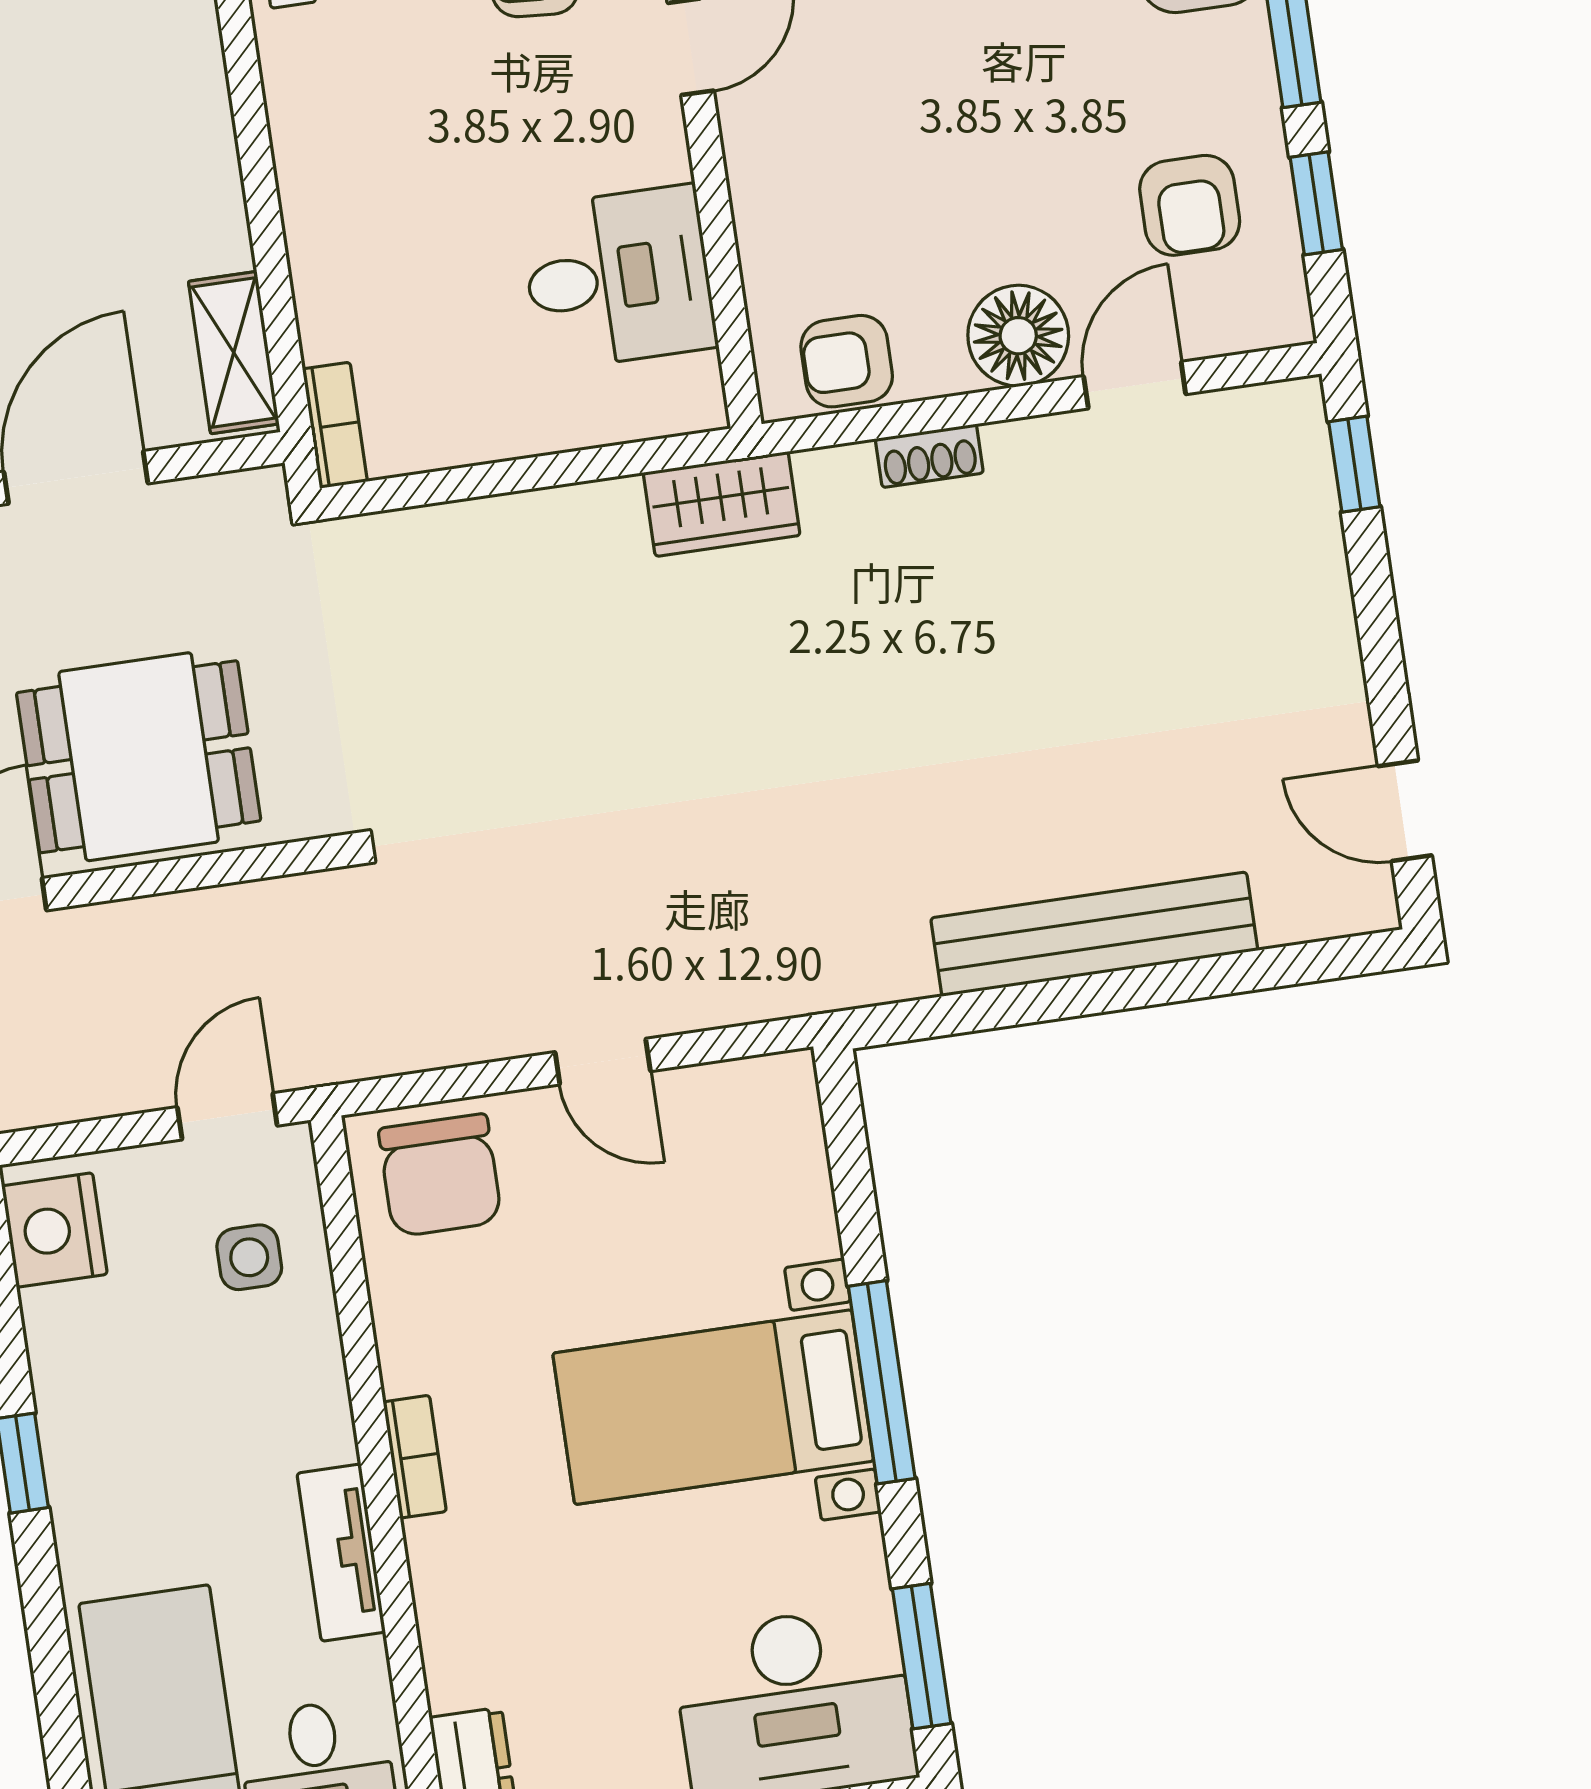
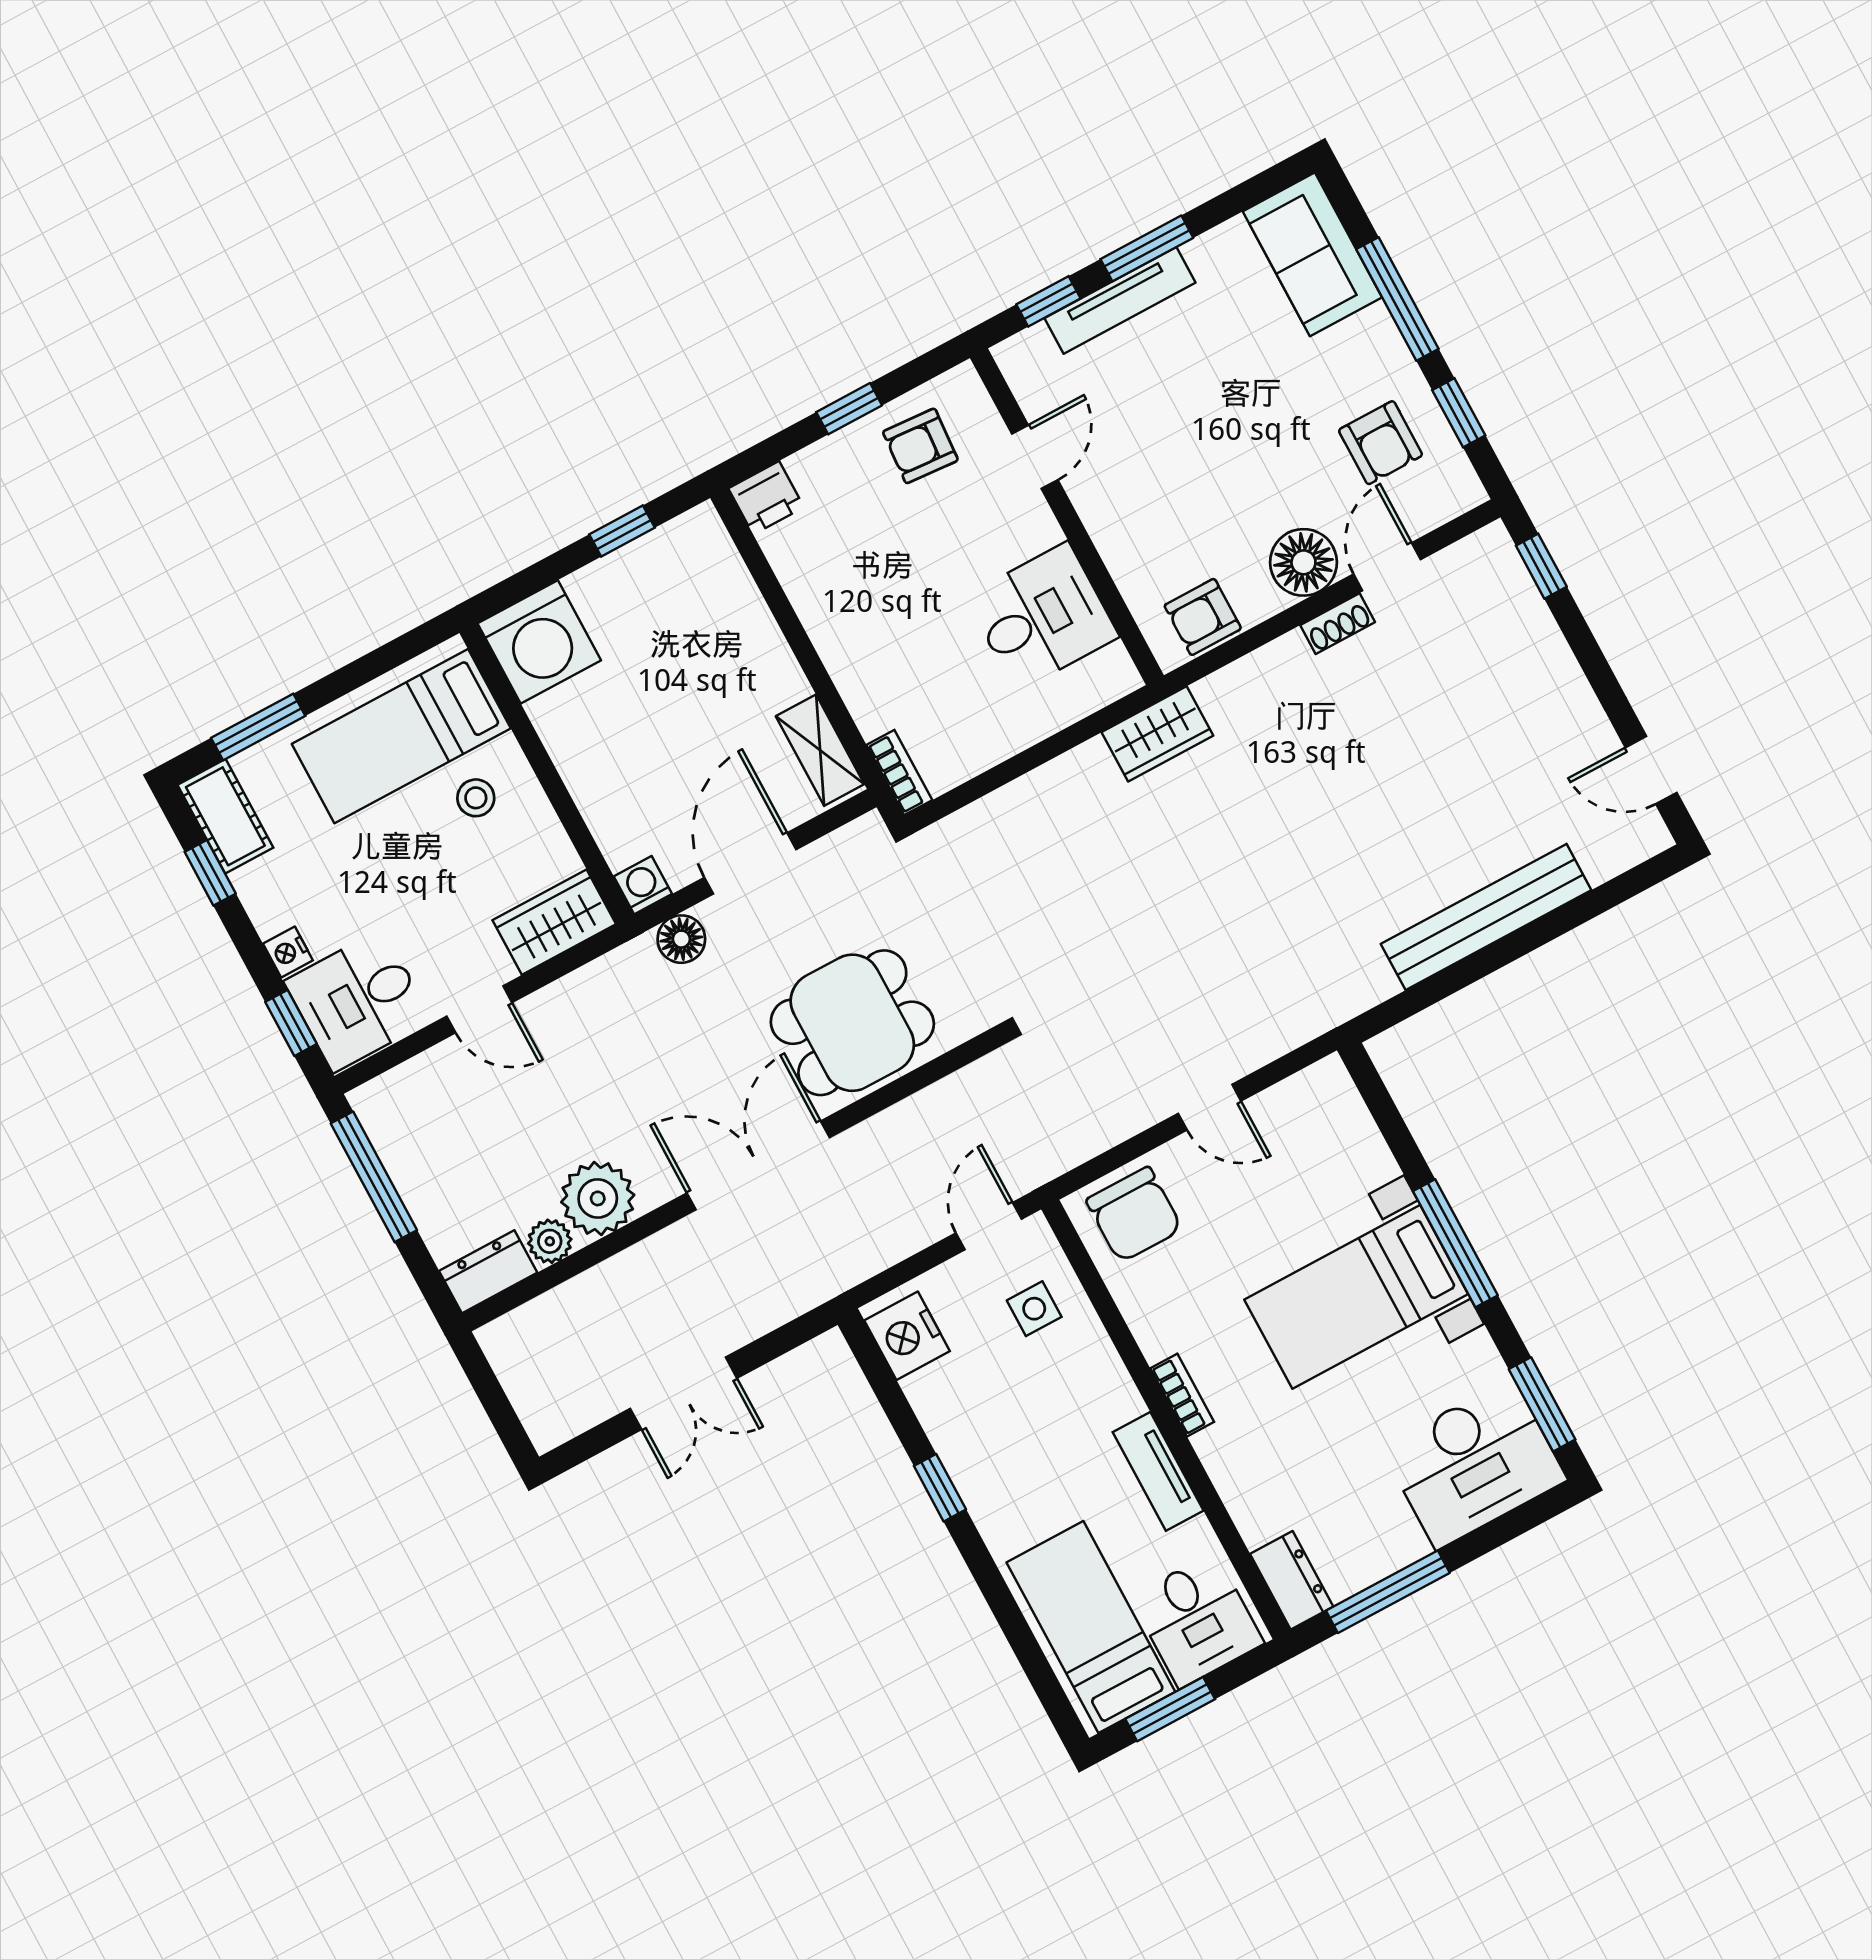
shoe rack: (929, 456) -> (1338, 624), moved

